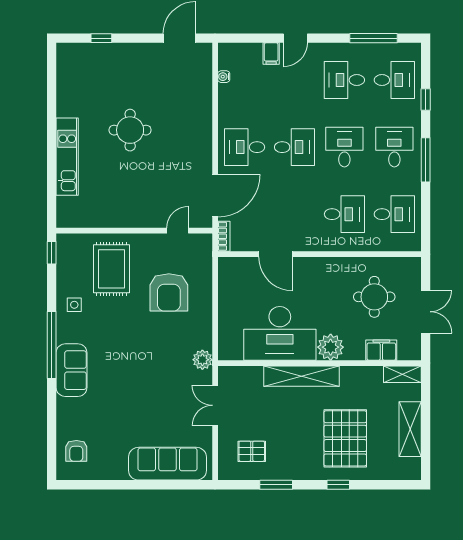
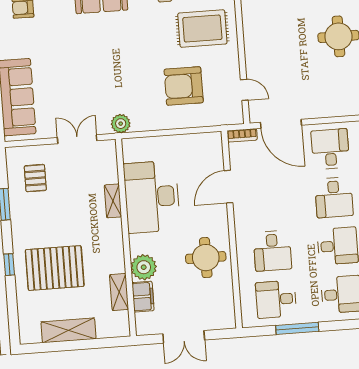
window: (426, 160) -> (297, 328), moved
desk: (394, 214) -> (276, 299), turned 90
round table: (374, 297) -> (206, 258), moved
plant: (331, 347) -> (144, 267), moved
shelving: (402, 374) -> (119, 292), moved
shelving: (302, 376) -> (113, 201), width x0.45, depth x0.75

